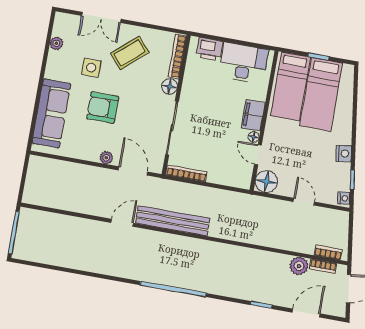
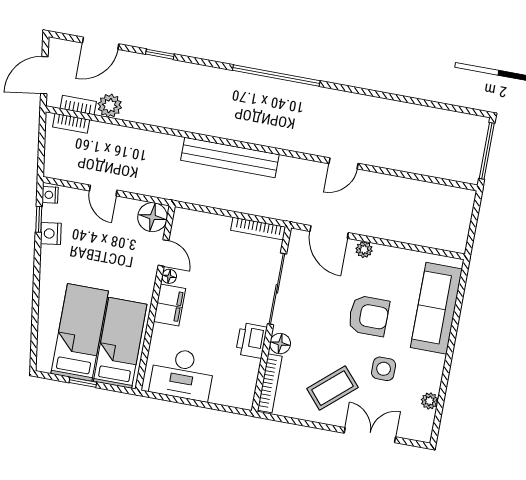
printer: (209, 49) -> (251, 340), moved, turned -90
nightstand: (344, 154) -> (51, 234), moved
bench: (173, 221) -> (230, 157), moved

